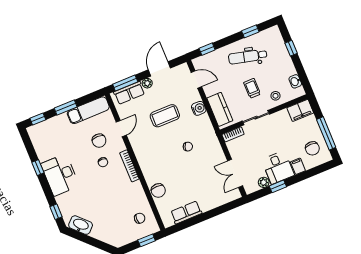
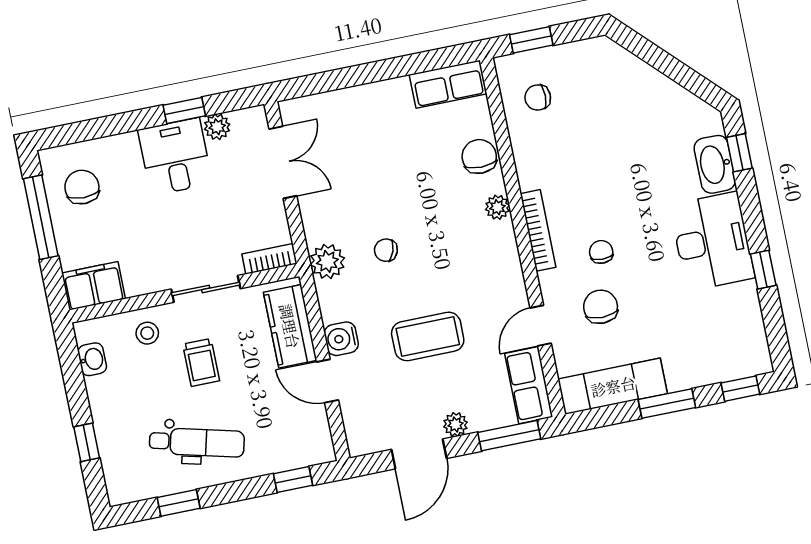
door: (196, 80) -> (327, 381), moved
row of seats: (129, 93) -> (529, 385), moved, turned -90
plant: (210, 138) -> (327, 261), added
filing cabinet: (298, 166) -> (126, 150), removed
plant: (147, 172) -> (497, 207), added
row of seats: (186, 212) -> (448, 84), moved
washbasin: (81, 225) -> (715, 164), moved, turned 45

